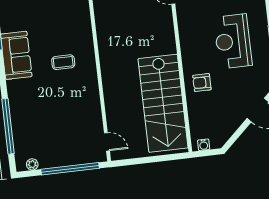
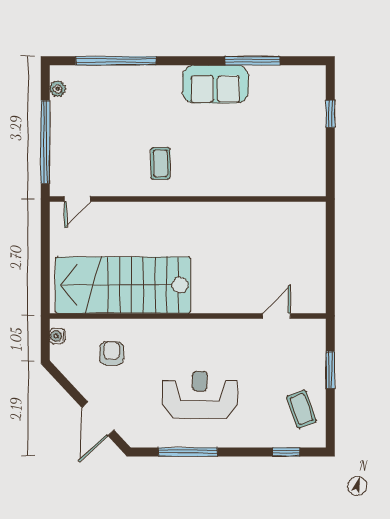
coffee table: (63, 62) -> (160, 163), moved
armchair: (202, 83) -> (112, 353), moved

